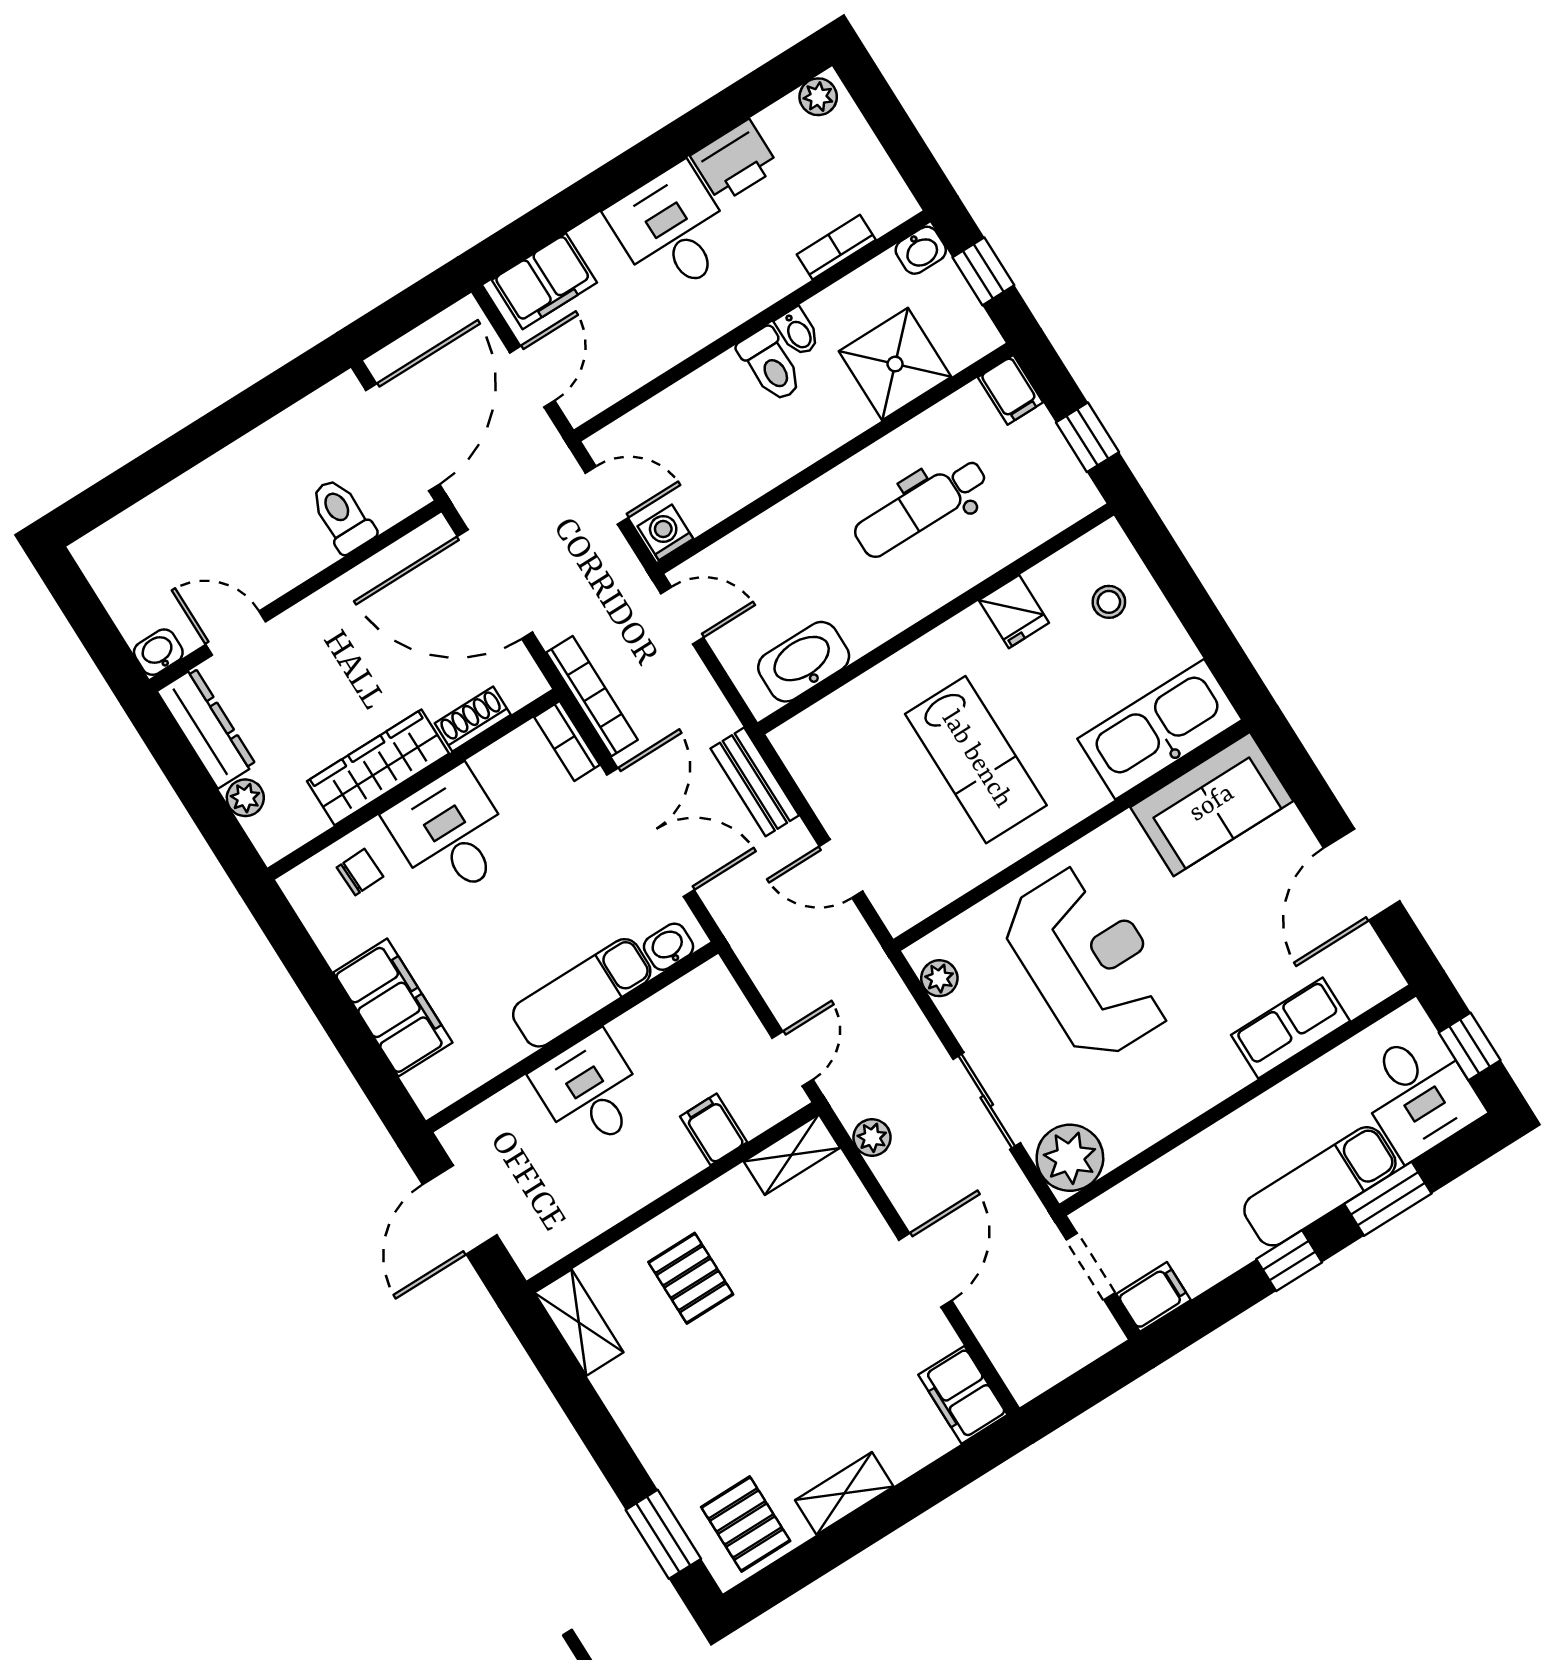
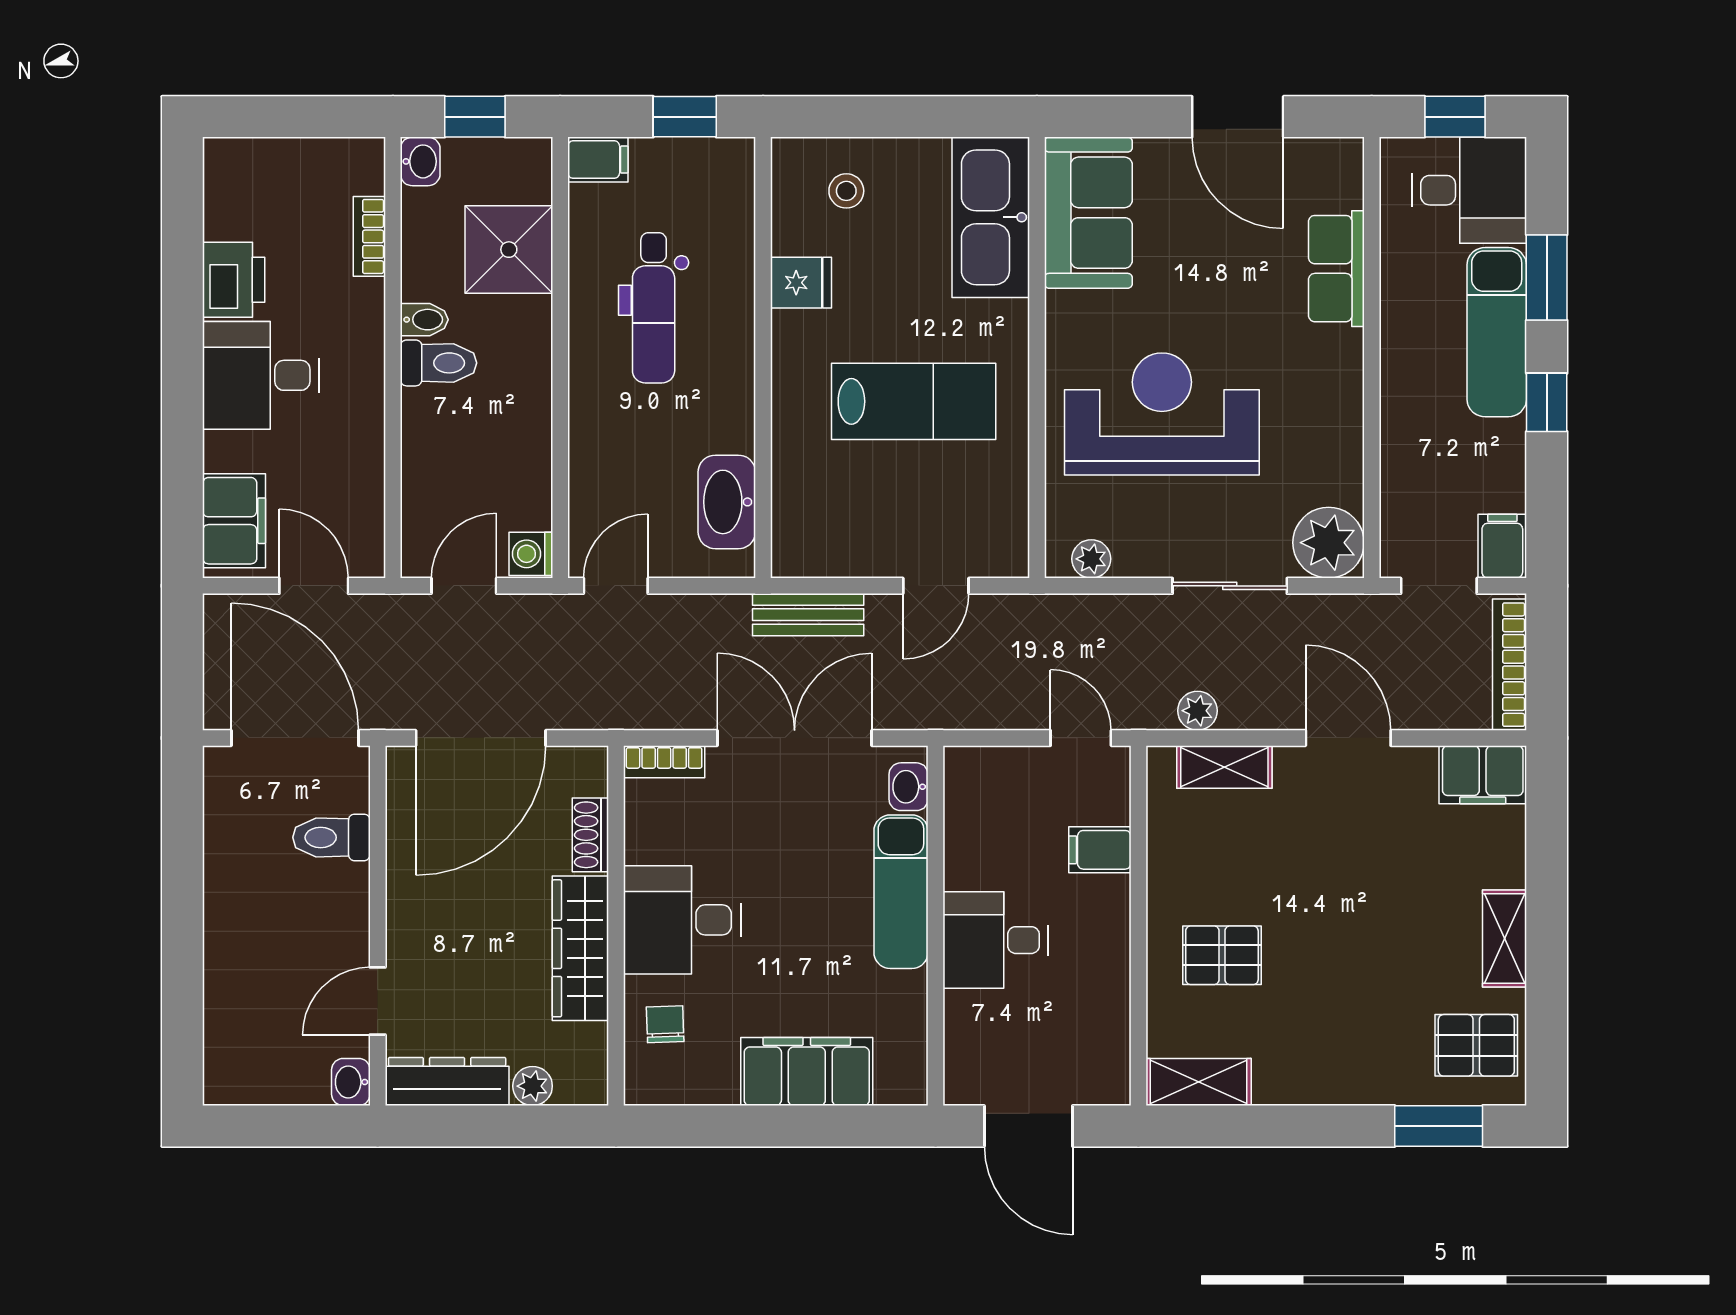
plant: (818, 97) -> (223, 167), removed
bookcase: (592, 696) -> (1510, 665), moved, turned -90
shelving: (792, 1155) -> (1224, 767), moved, turned 90

